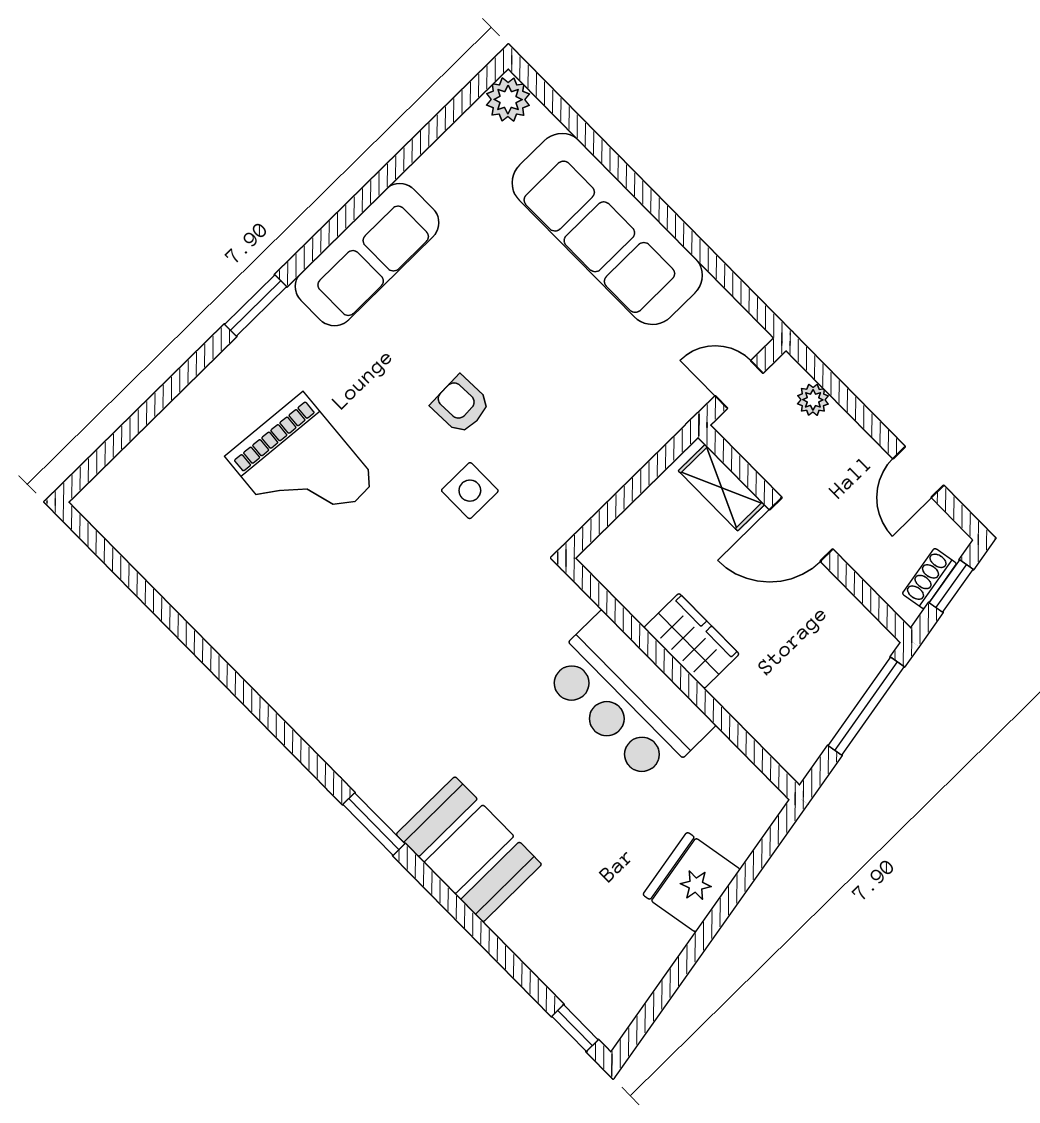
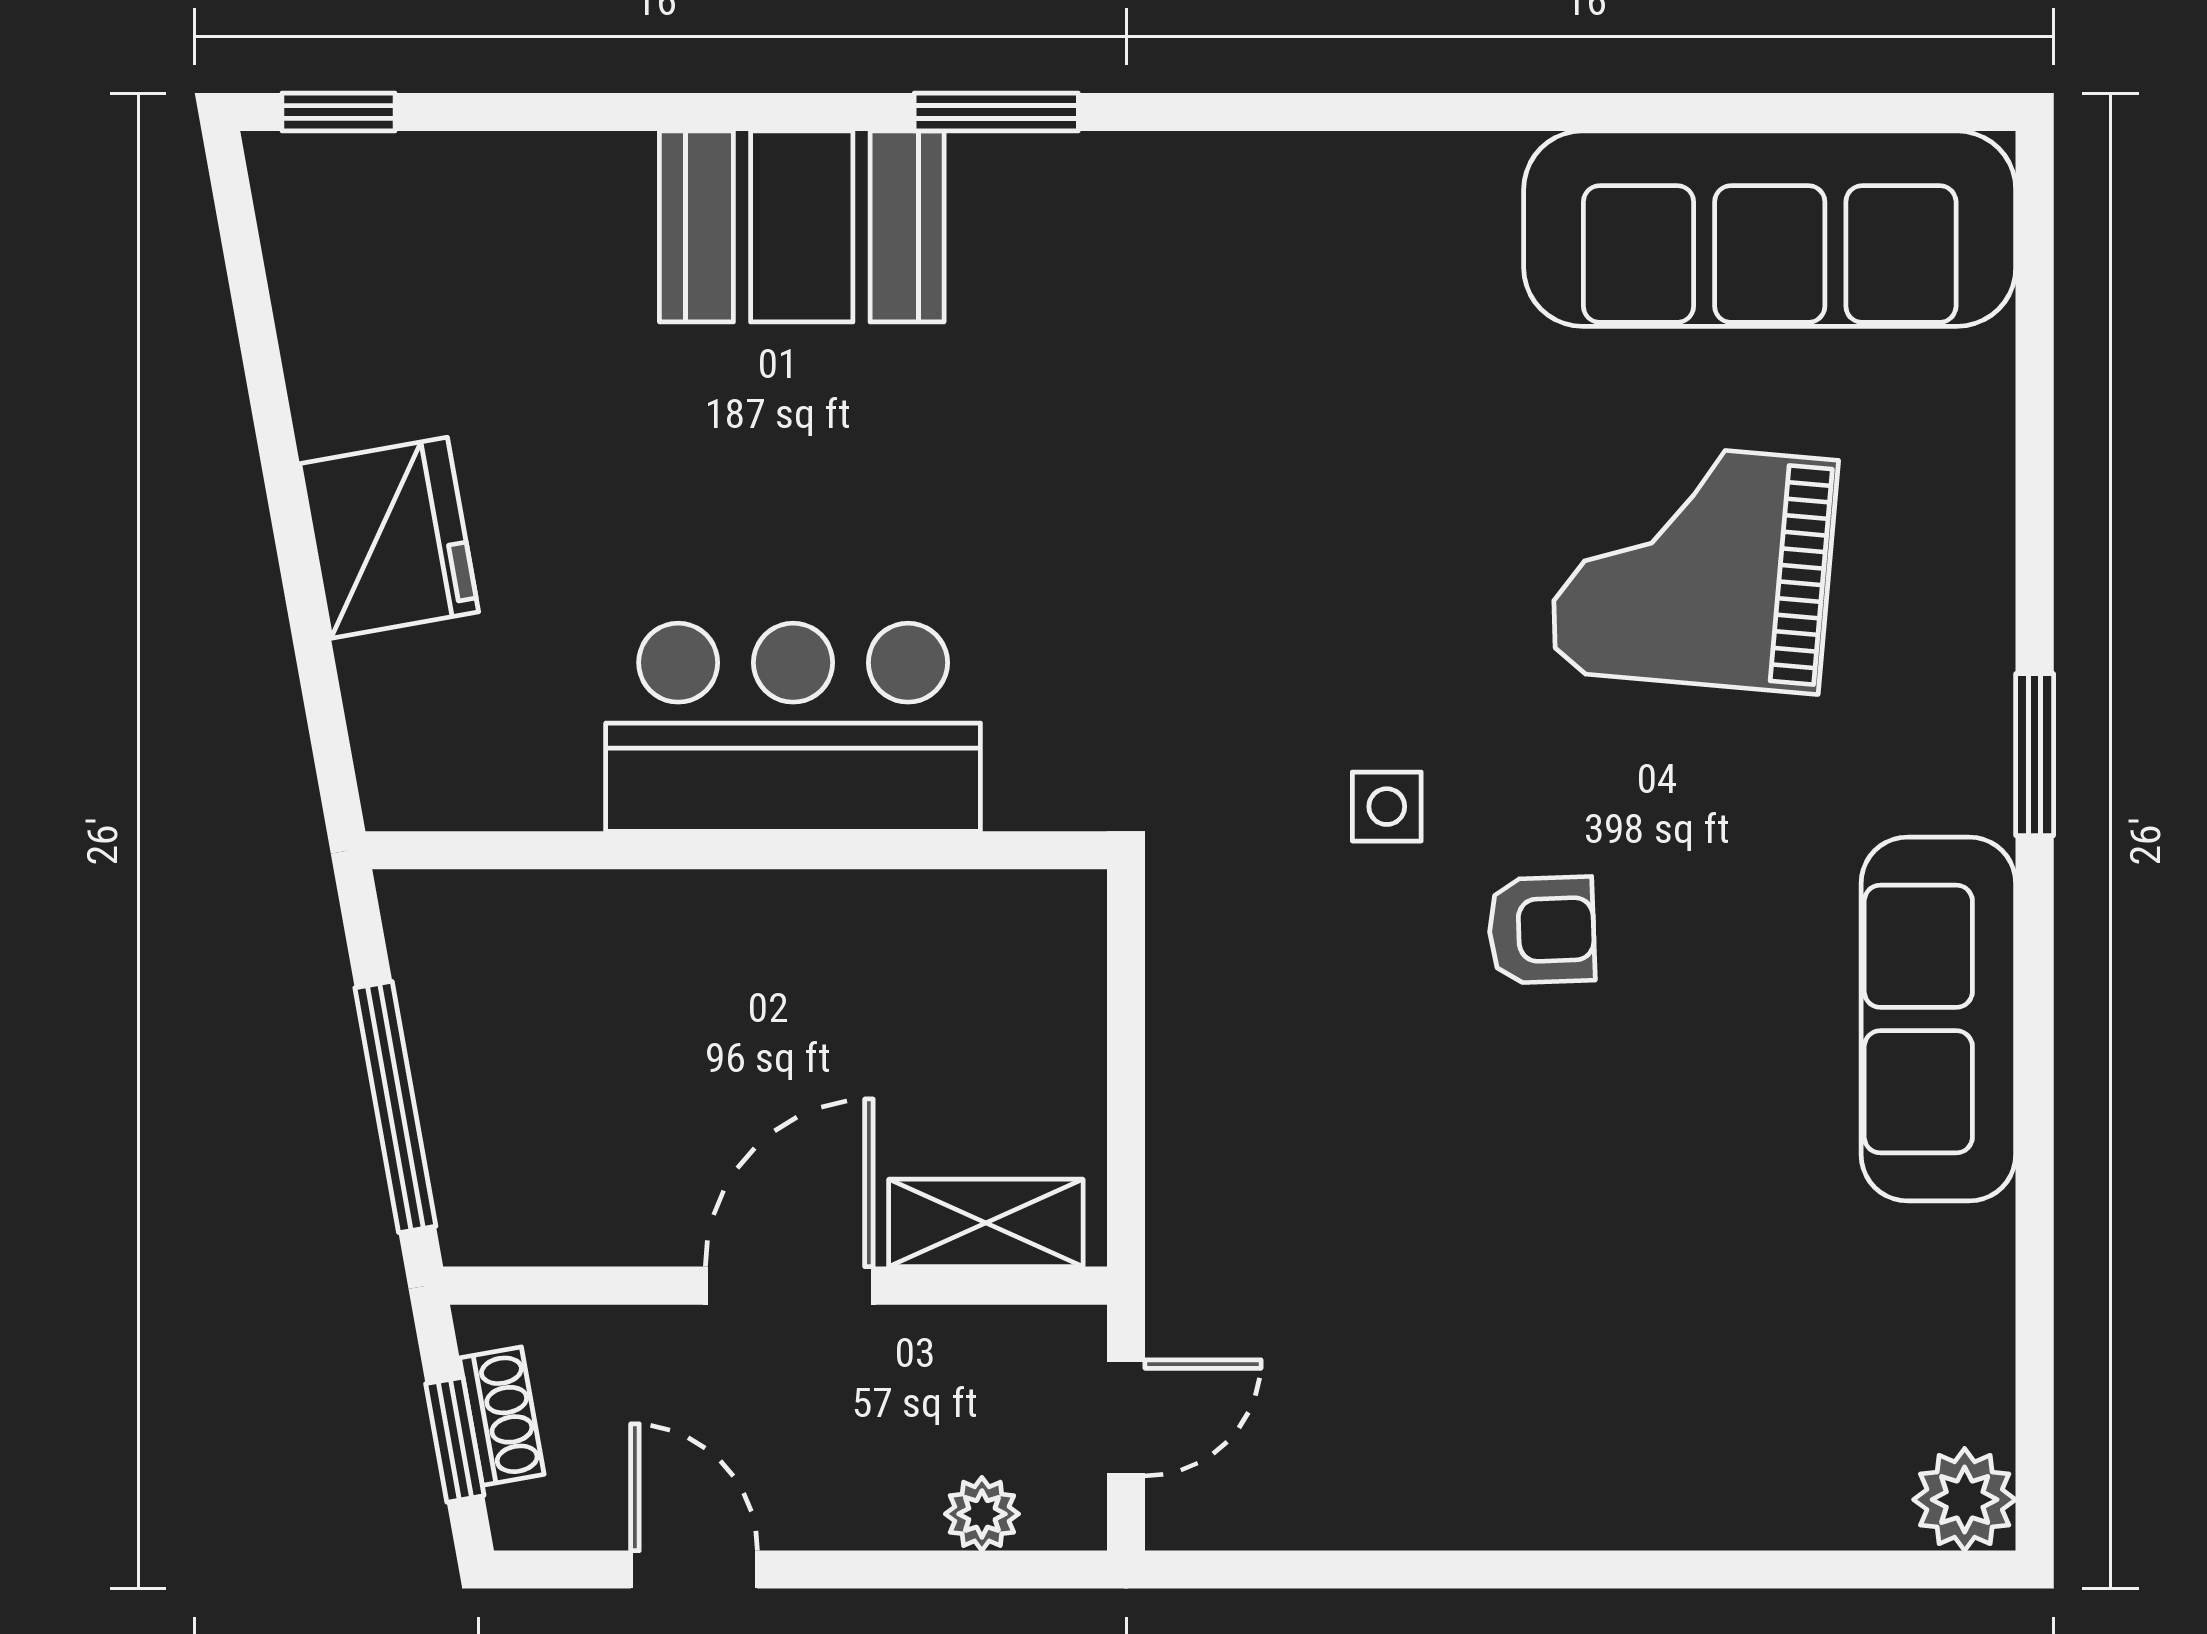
sofa: (607, 229) -> (1770, 229), moved, turned 180
side table: (470, 491) -> (1387, 807), width x0.73, depth x0.73
wardrobe: (691, 641) -> (784, 926), removed

